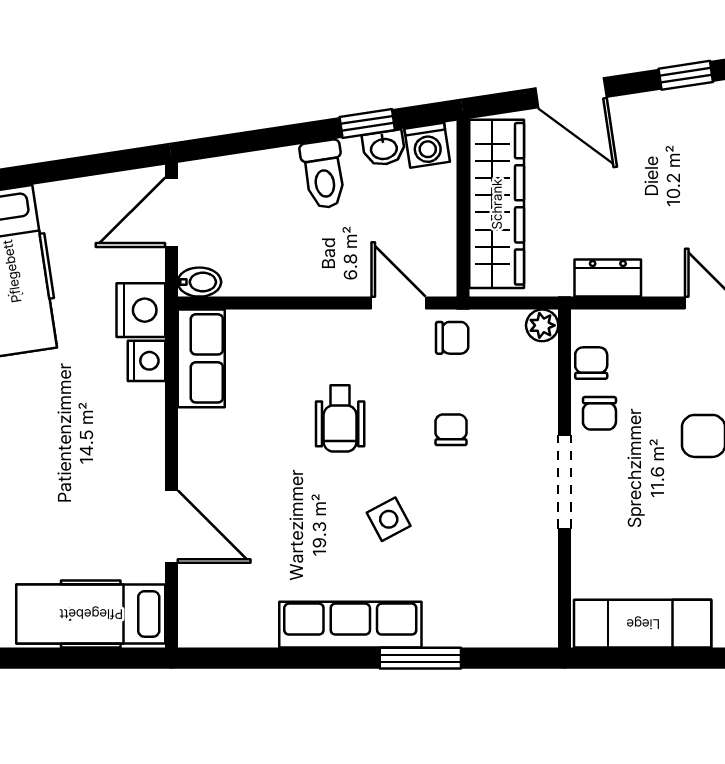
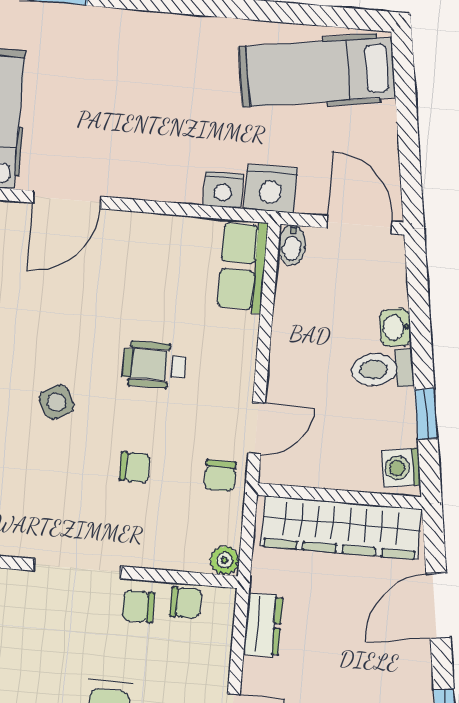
washbasin: (384, 148) -> (395, 328), moved
row of seats: (201, 358) -> (243, 266), moved, turned 90

